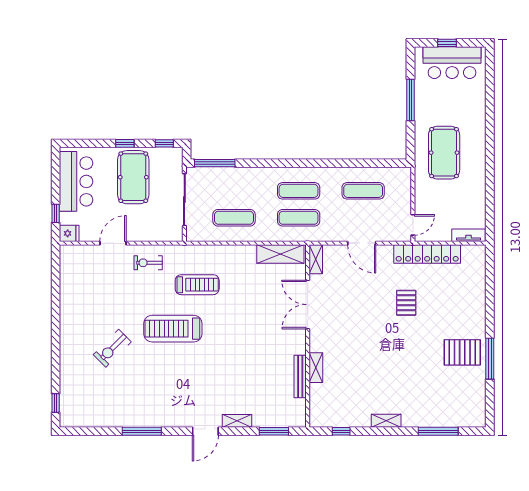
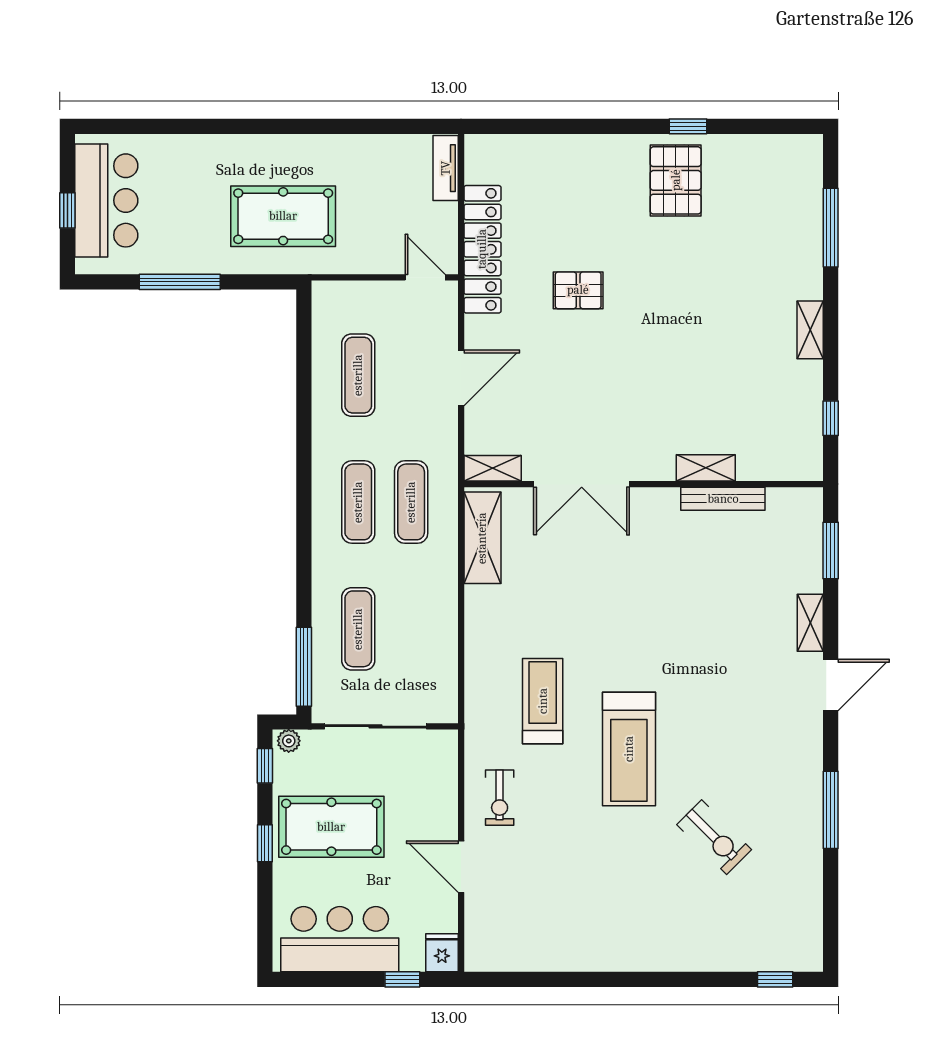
plant: (177, 155) -> (289, 741), added
exercise mat: (234, 218) -> (358, 629), moved
exercise bike: (112, 348) -> (714, 837), moved
window: (490, 359) -> (688, 126), width x0.46
door: (205, 431) -> (831, 685), hinge flipped

